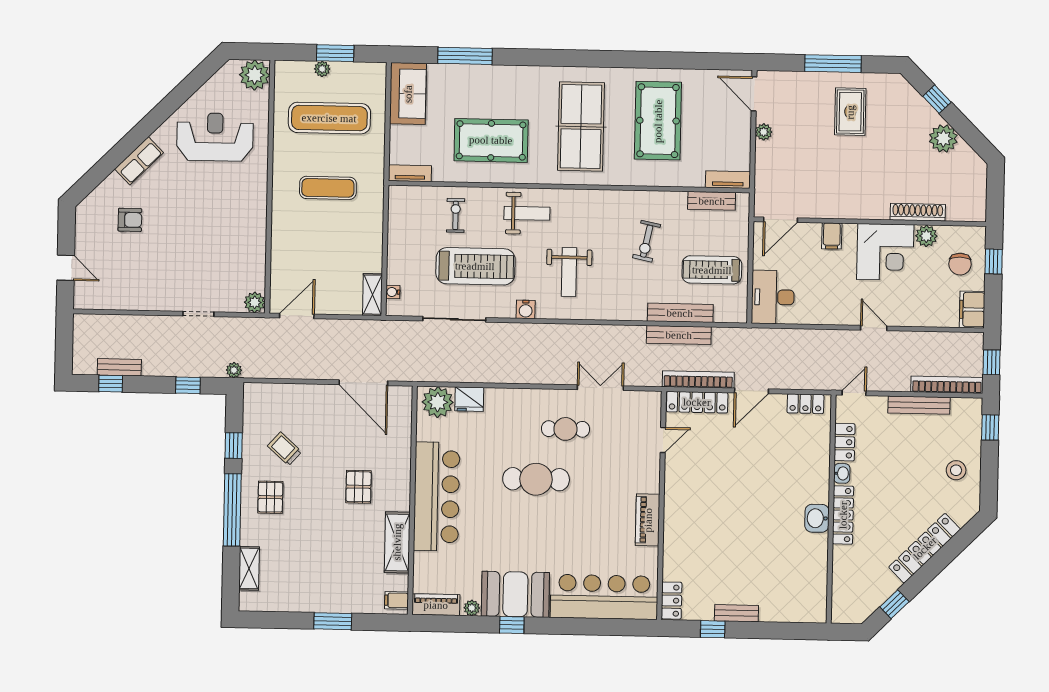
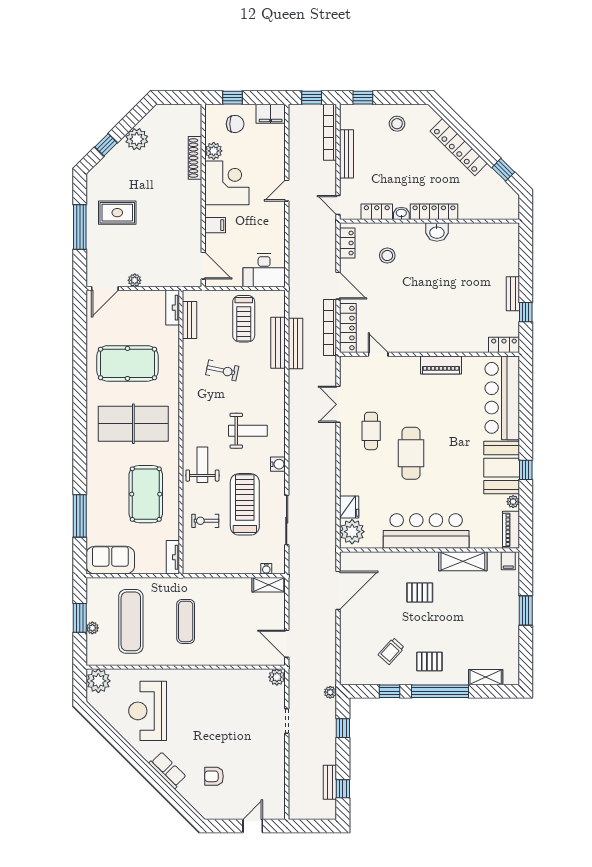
armchair: (130, 220) -> (214, 776), turned -90
stool: (788, 454) -> (387, 256), added

